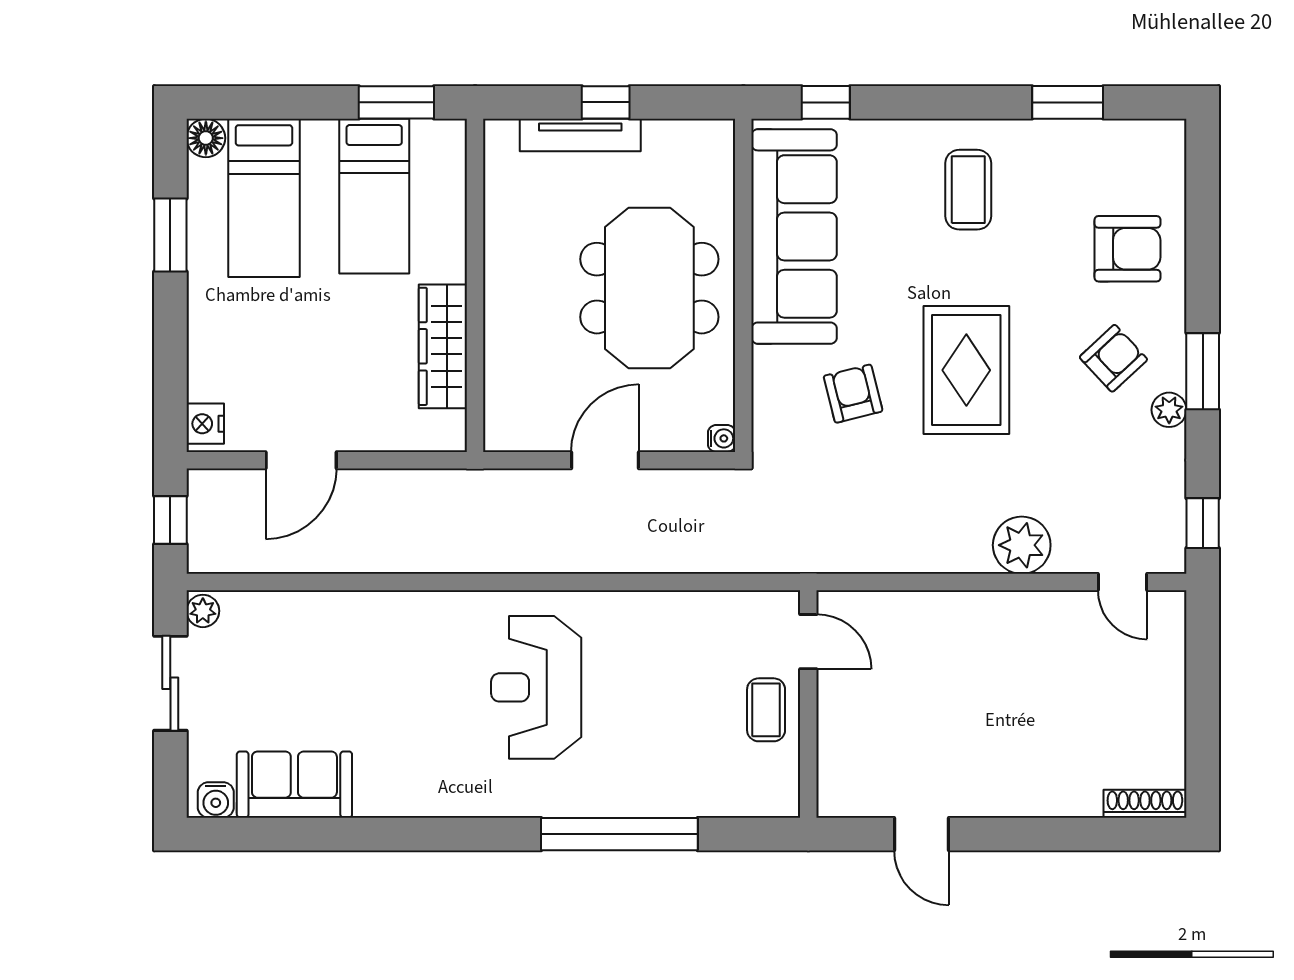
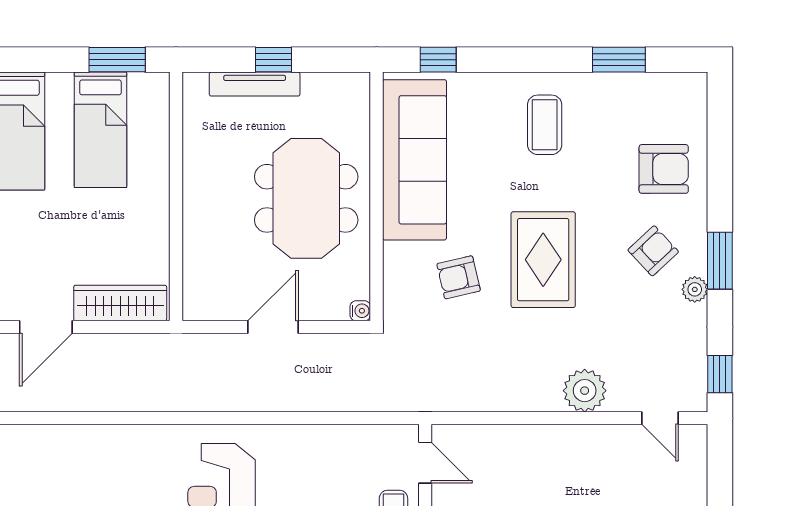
wardrobe: (443, 346) -> (120, 303), moved, turned 90
armchair: (853, 394) -> (459, 277), turned -89

